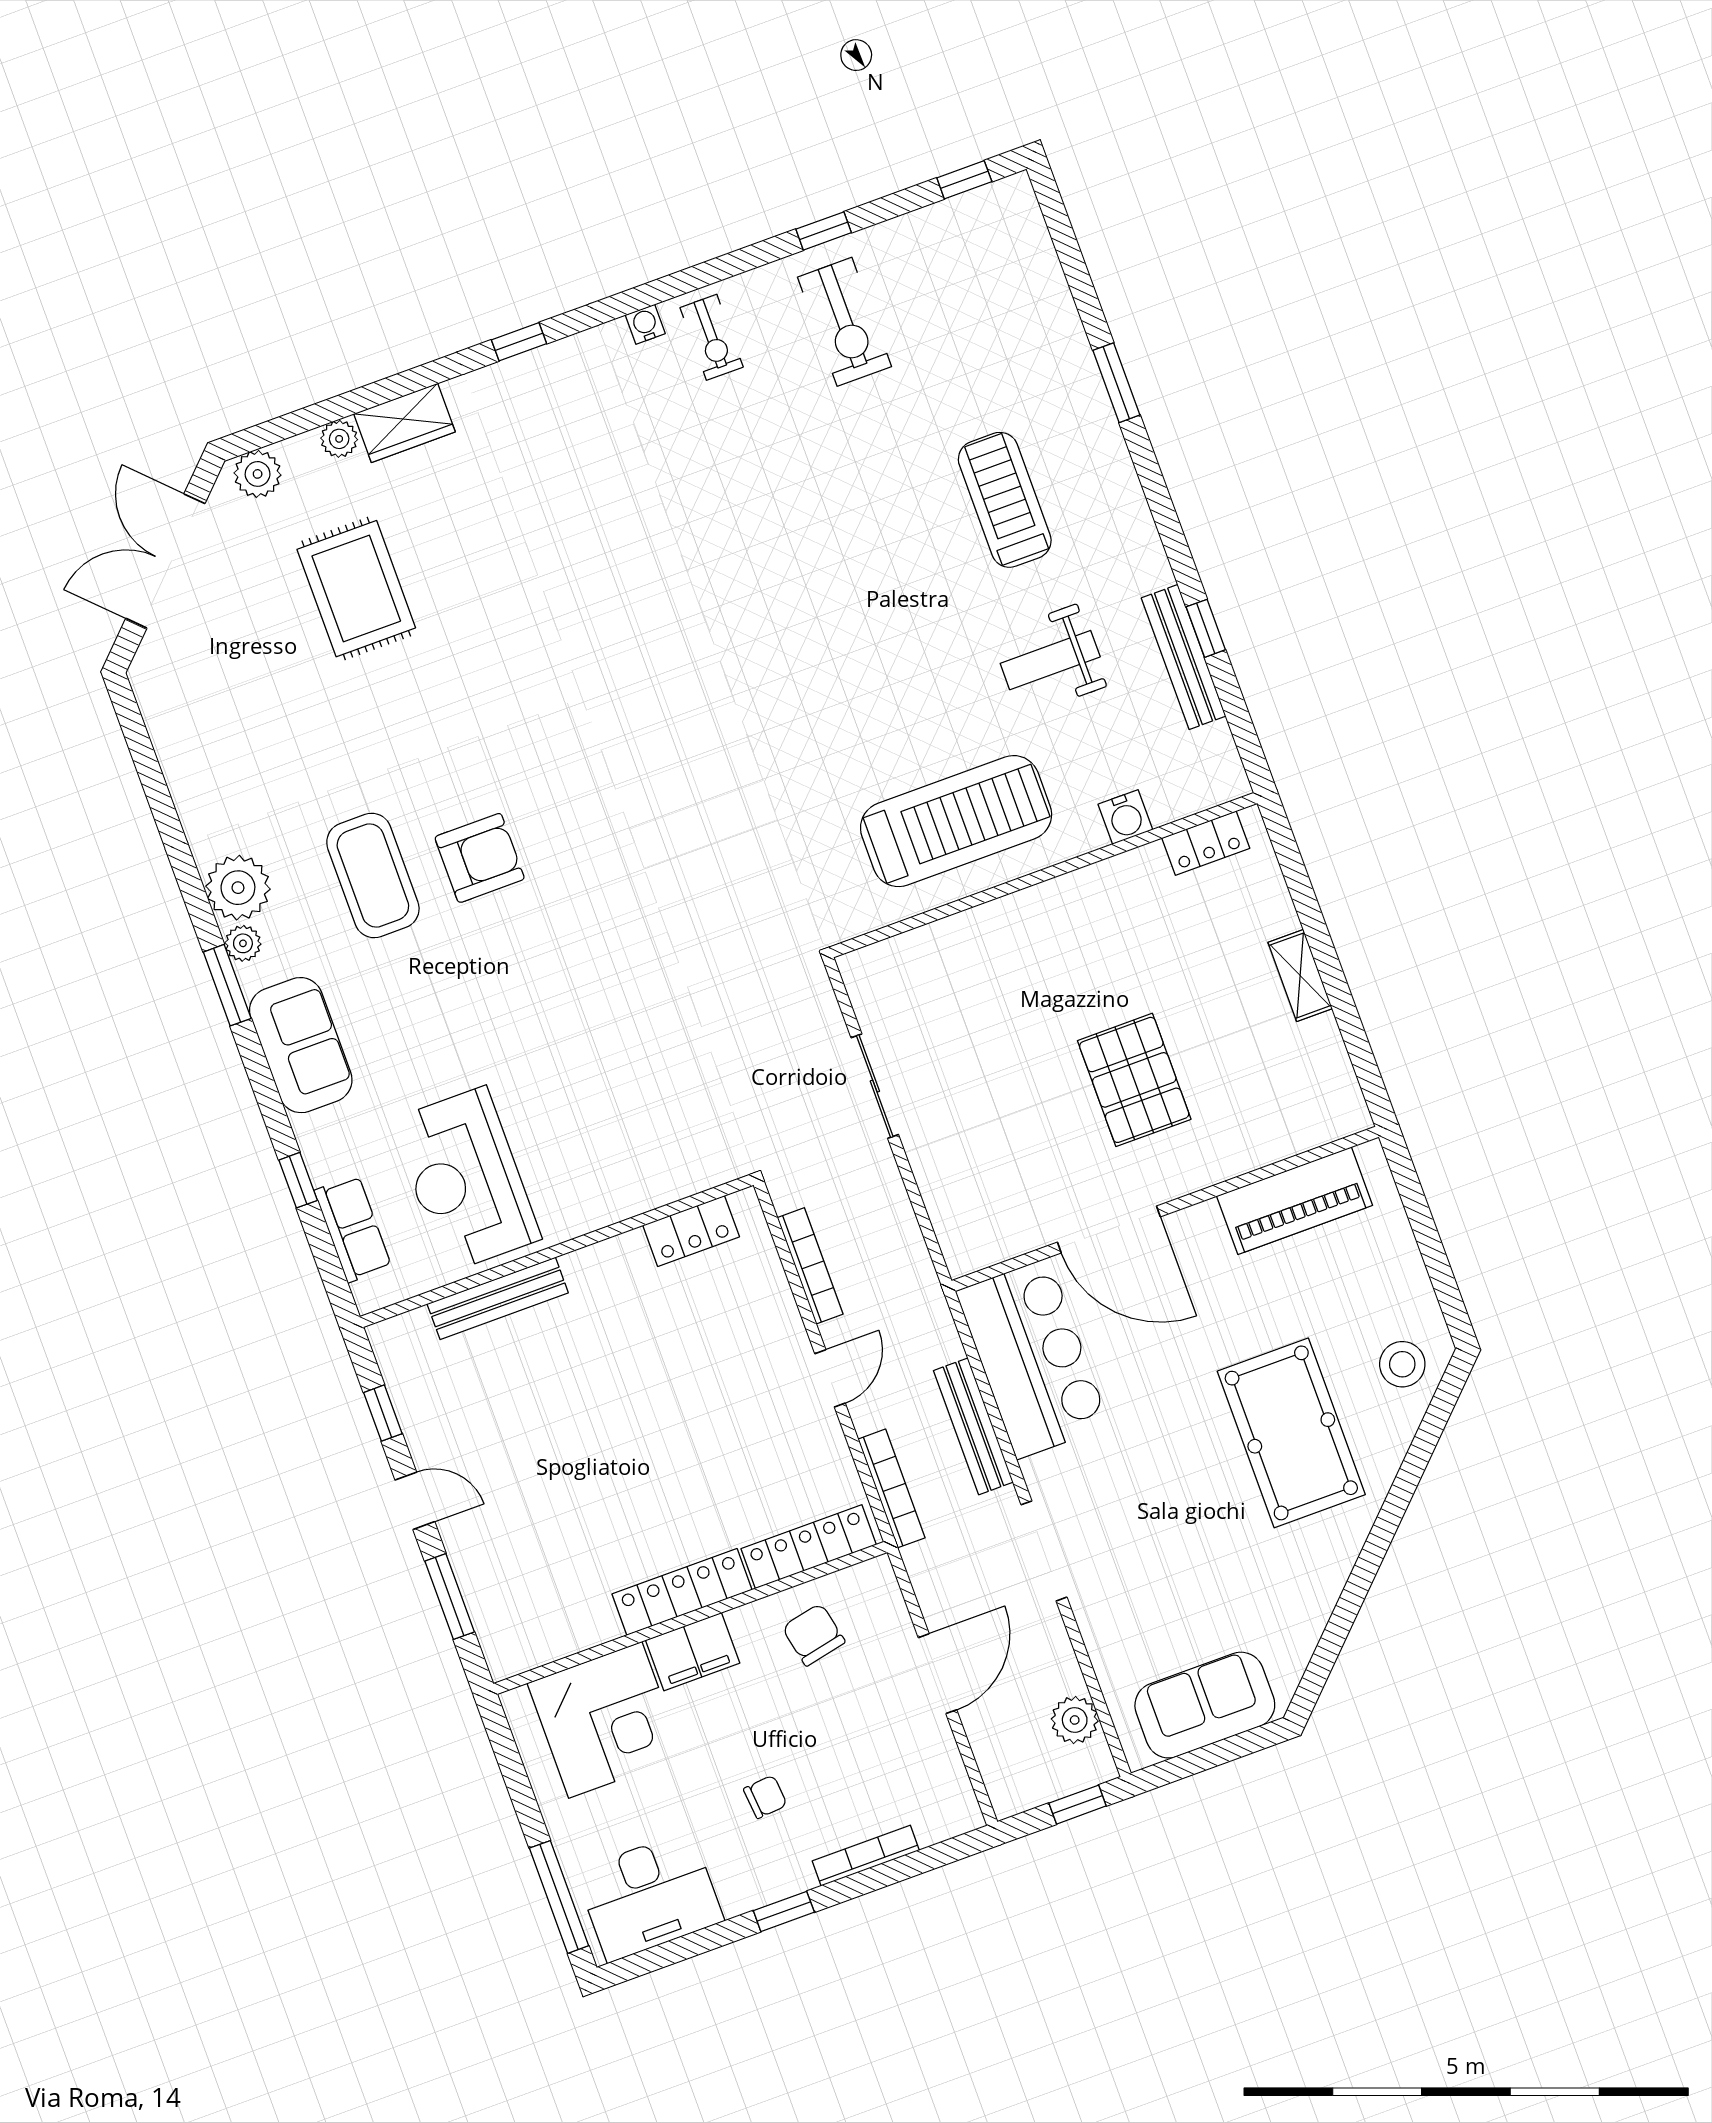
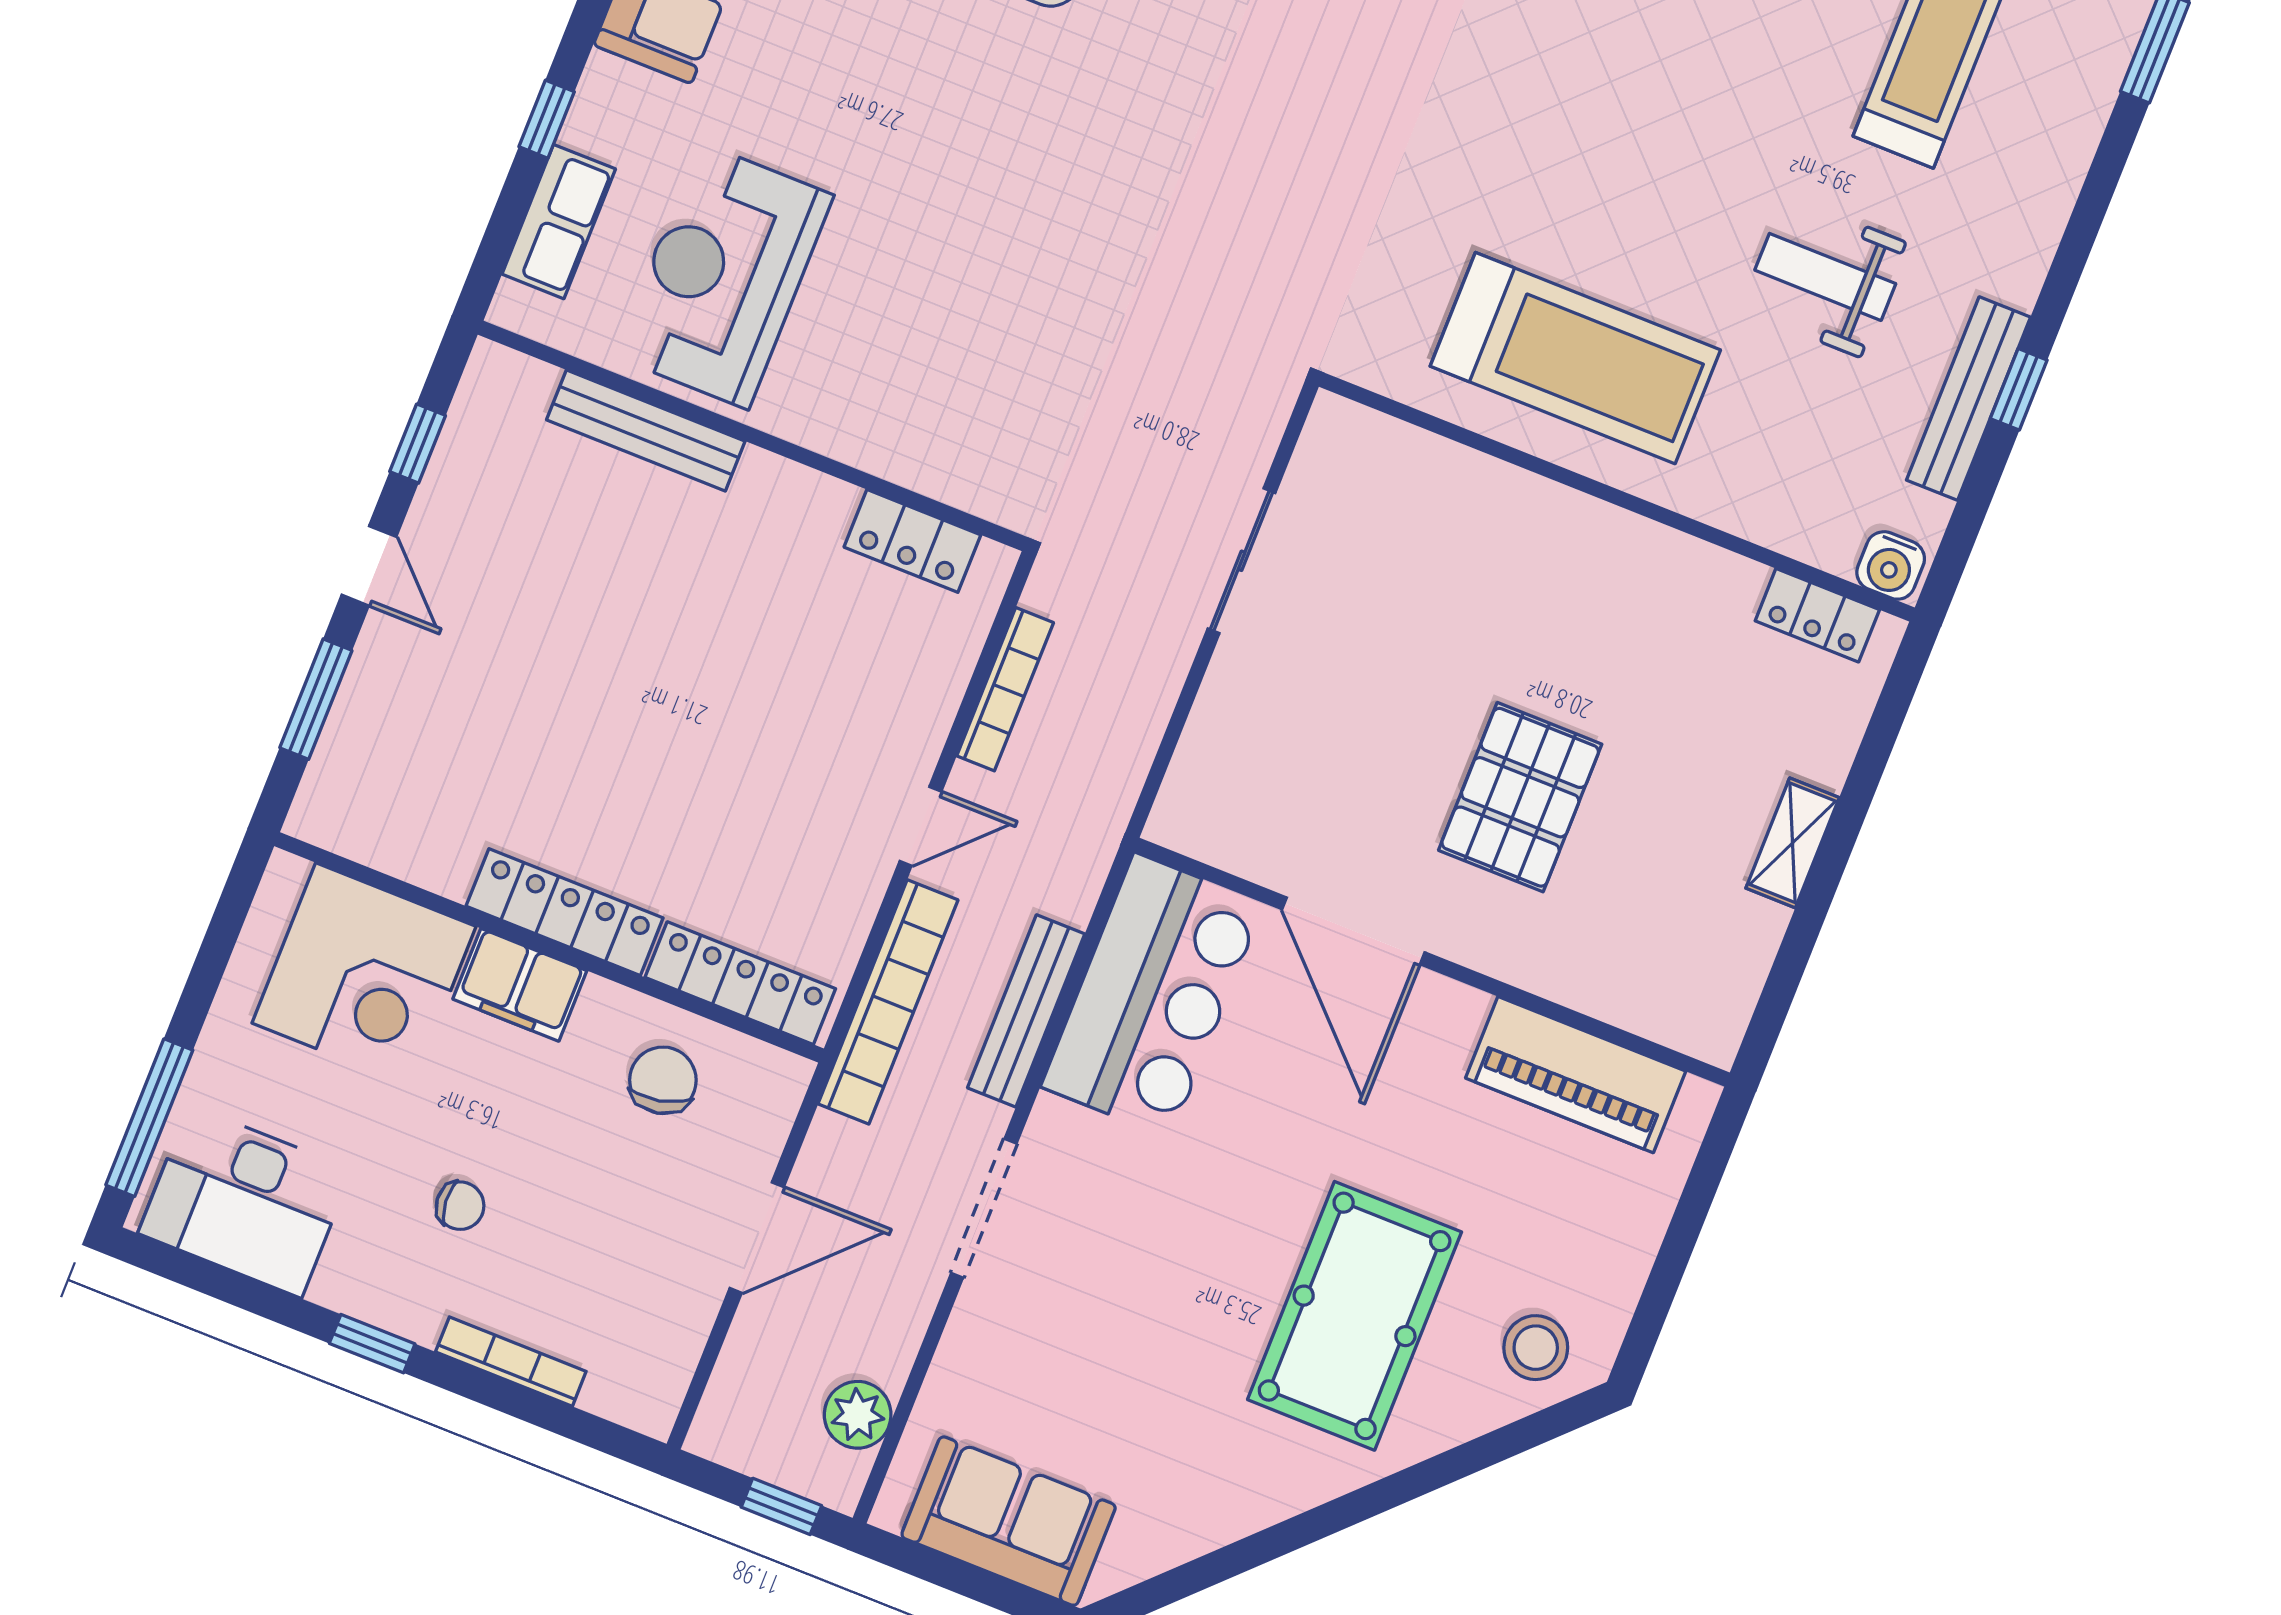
water cooler: (1125, 817) -> (1891, 565), moved
bookcase: (892, 1488) -> (888, 1002), width x1.48, depth x1.31

